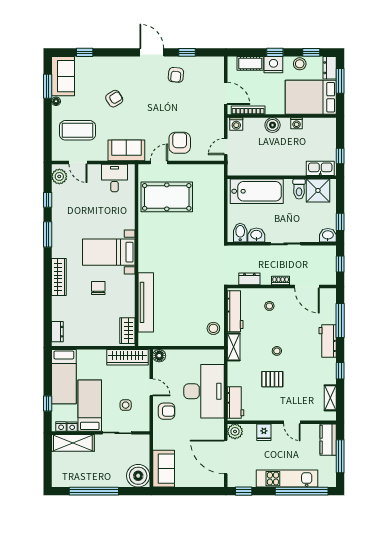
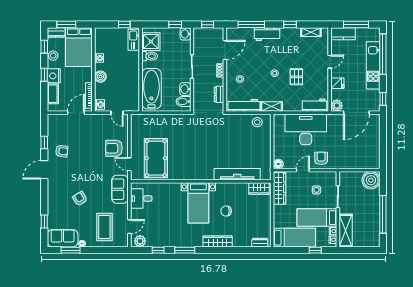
sofa: (164, 469) -> (365, 161), removed

